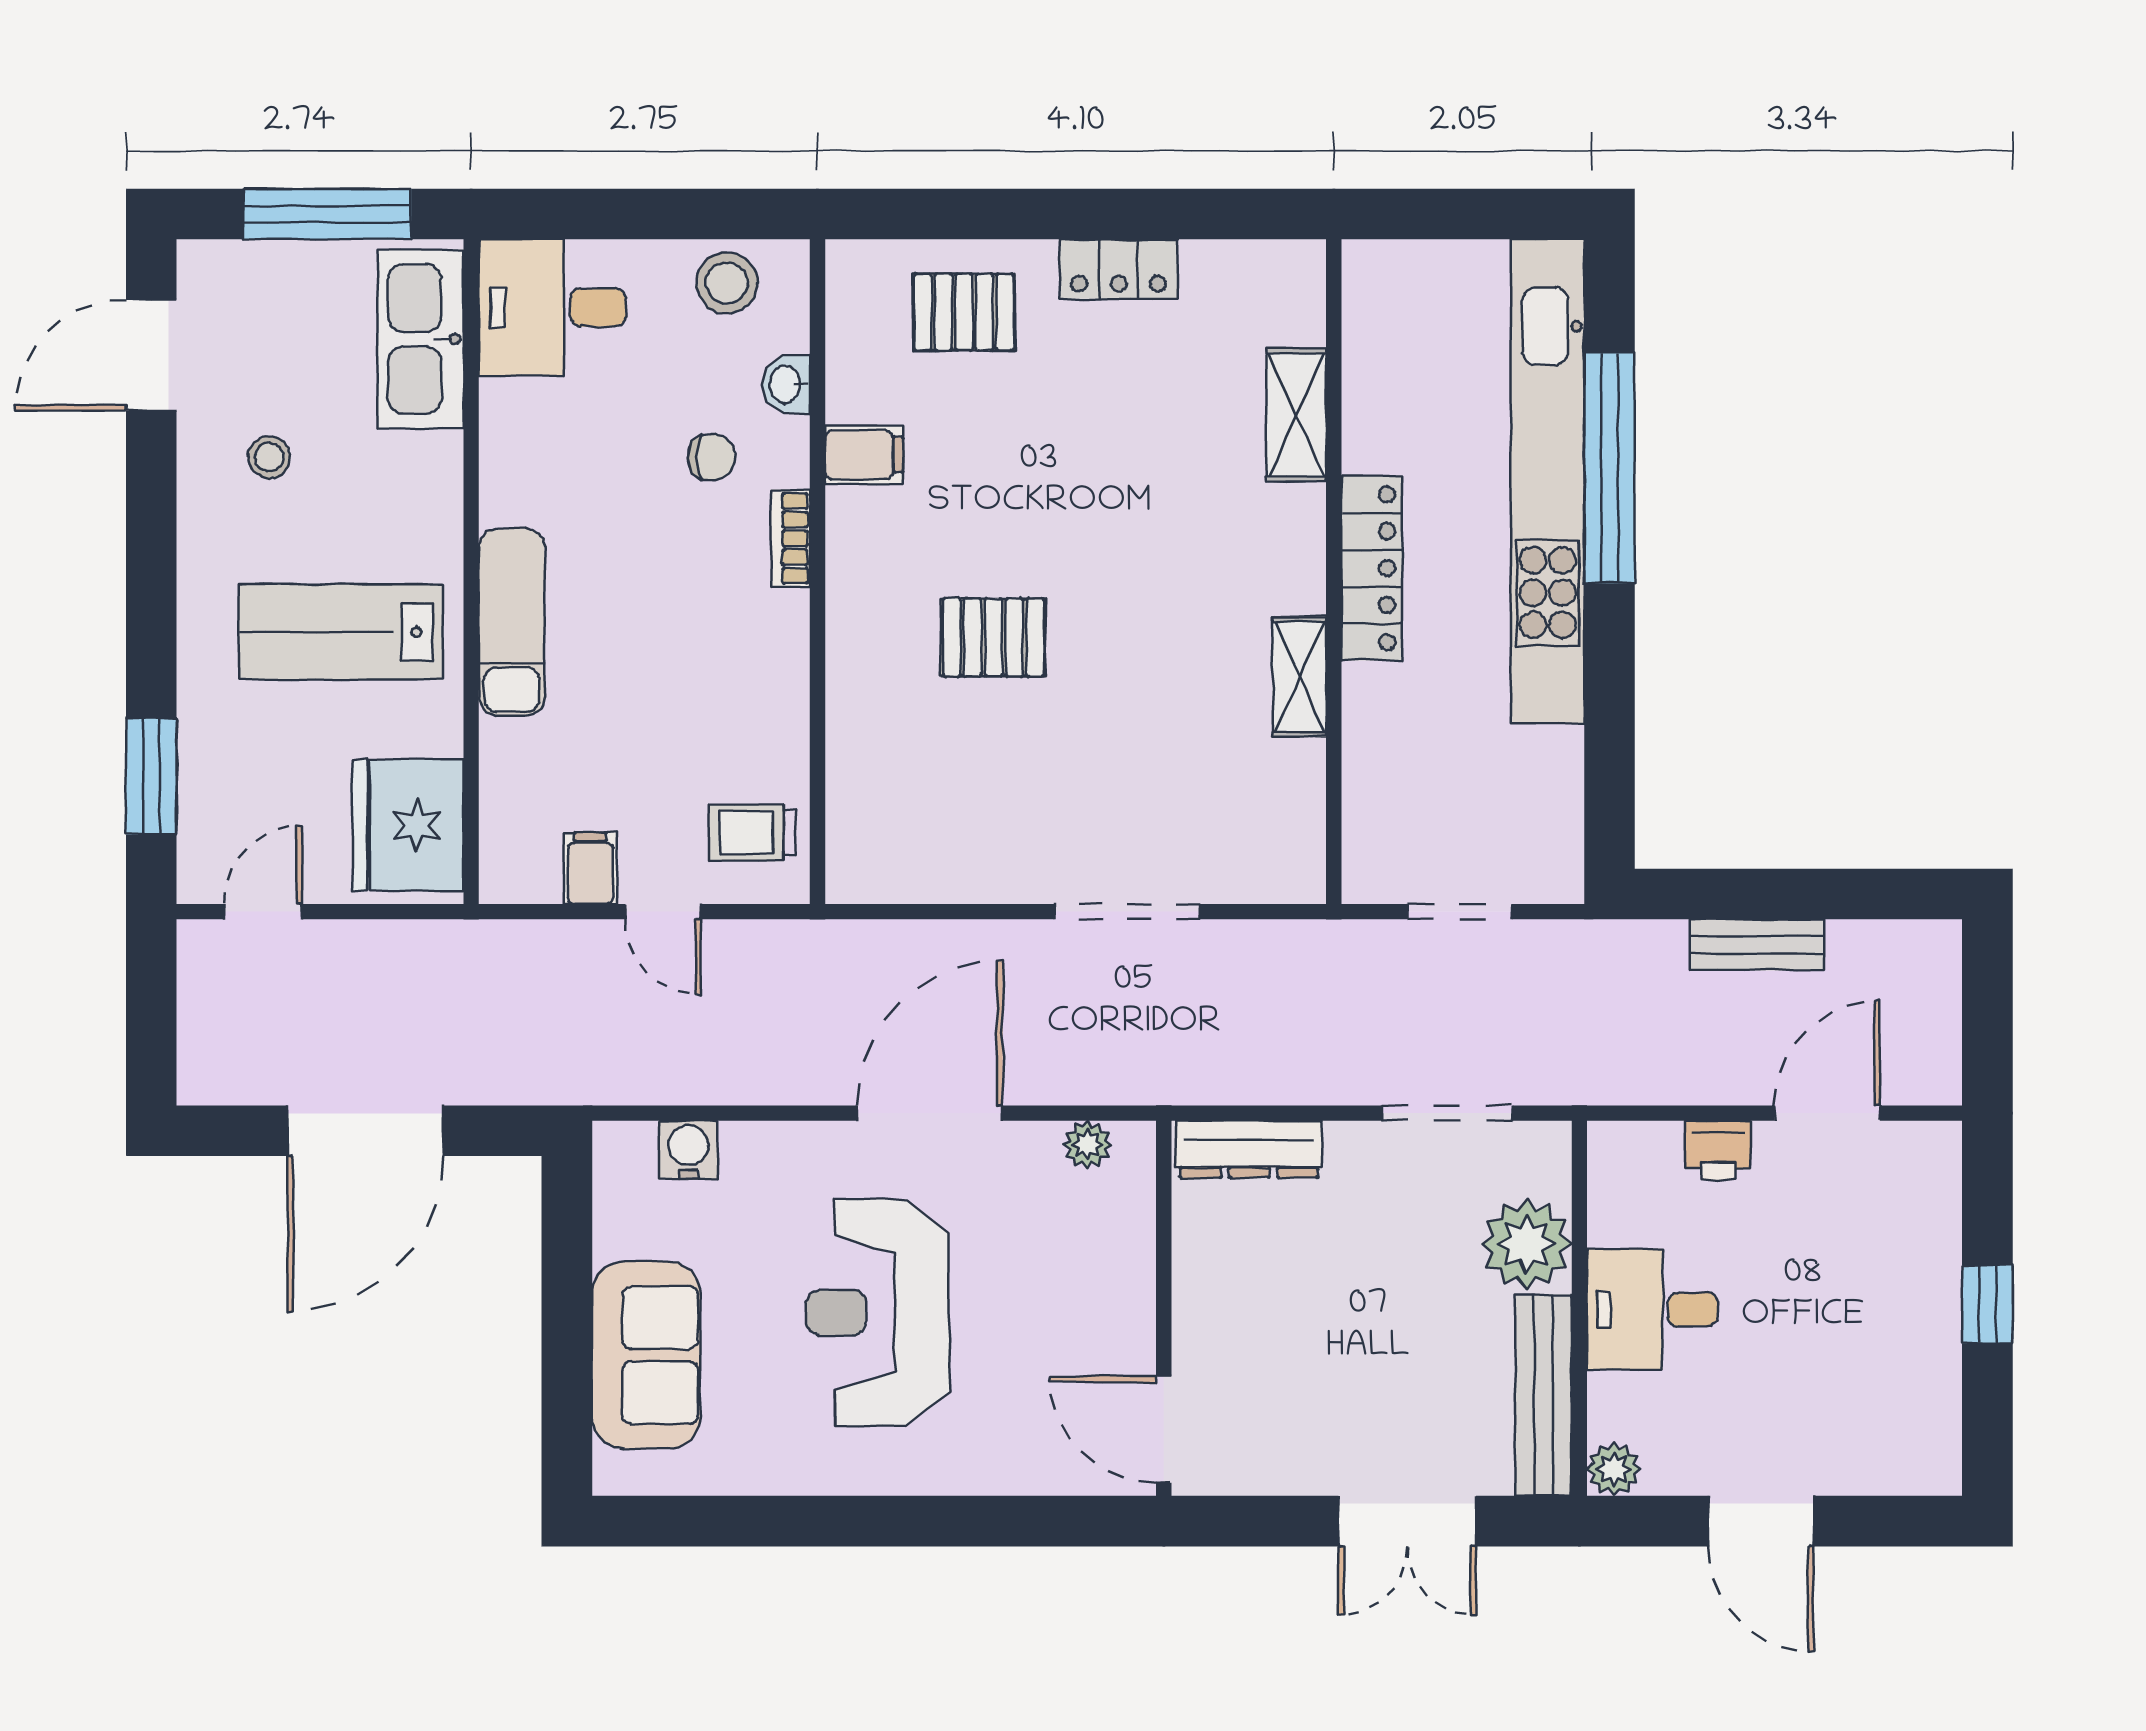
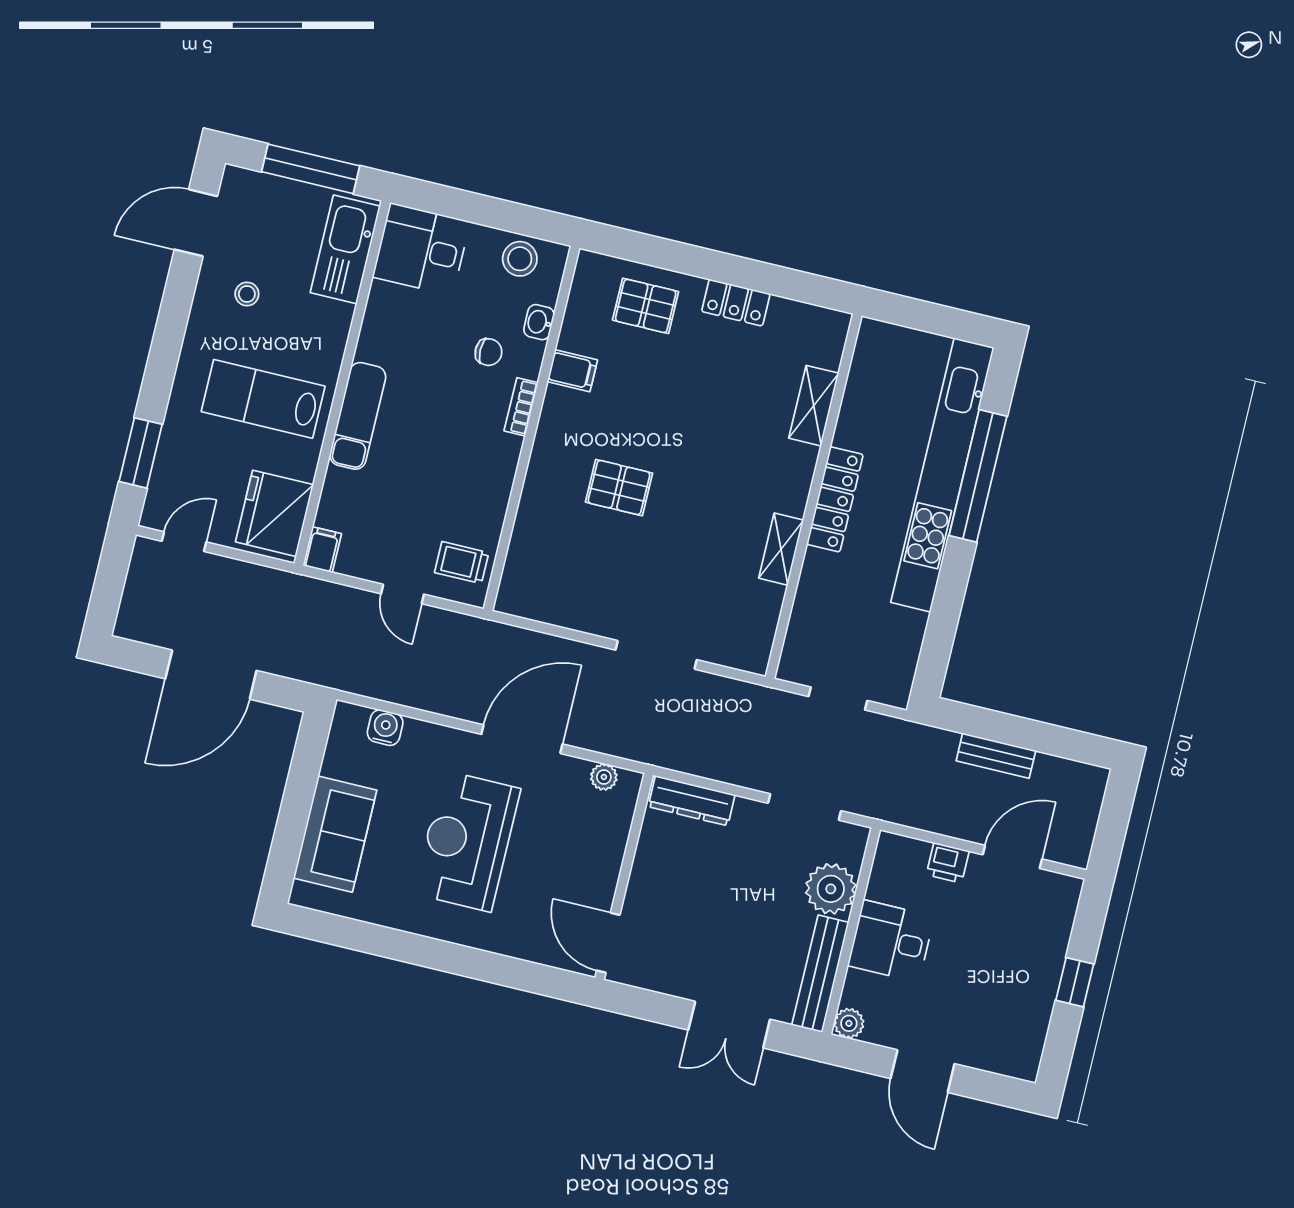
filing cabinet: (590, 868) -> (322, 550), moved

